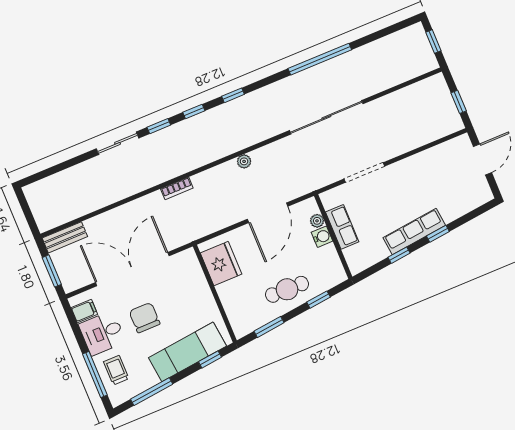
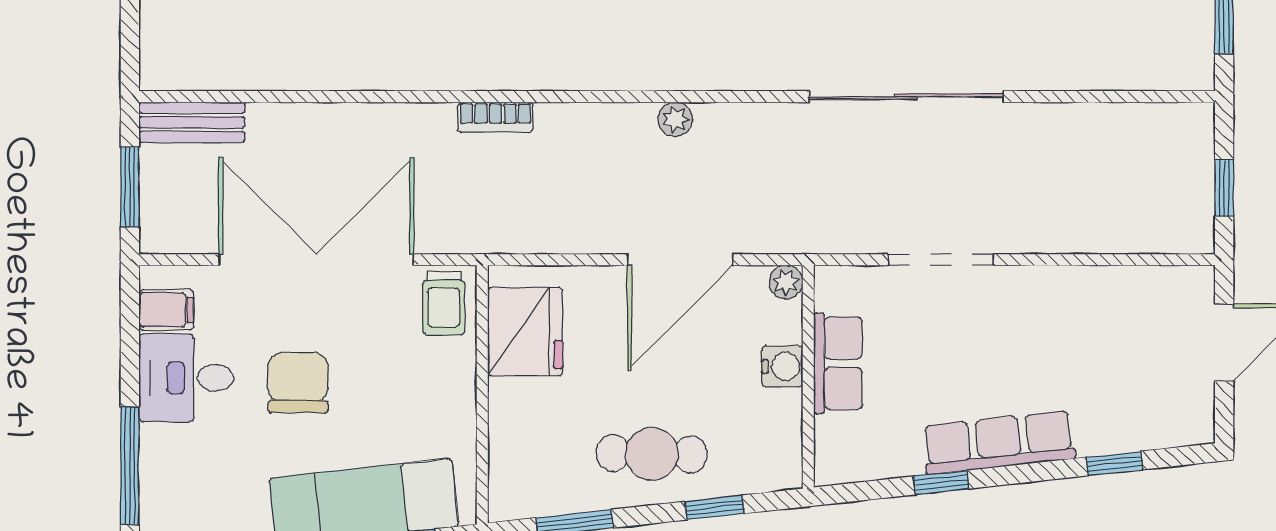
plant: (317, 221) -> (786, 282), moved
window: (438, 234) -> (1114, 463), moved
trolley: (116, 370) -> (444, 303), moved, turned 180

